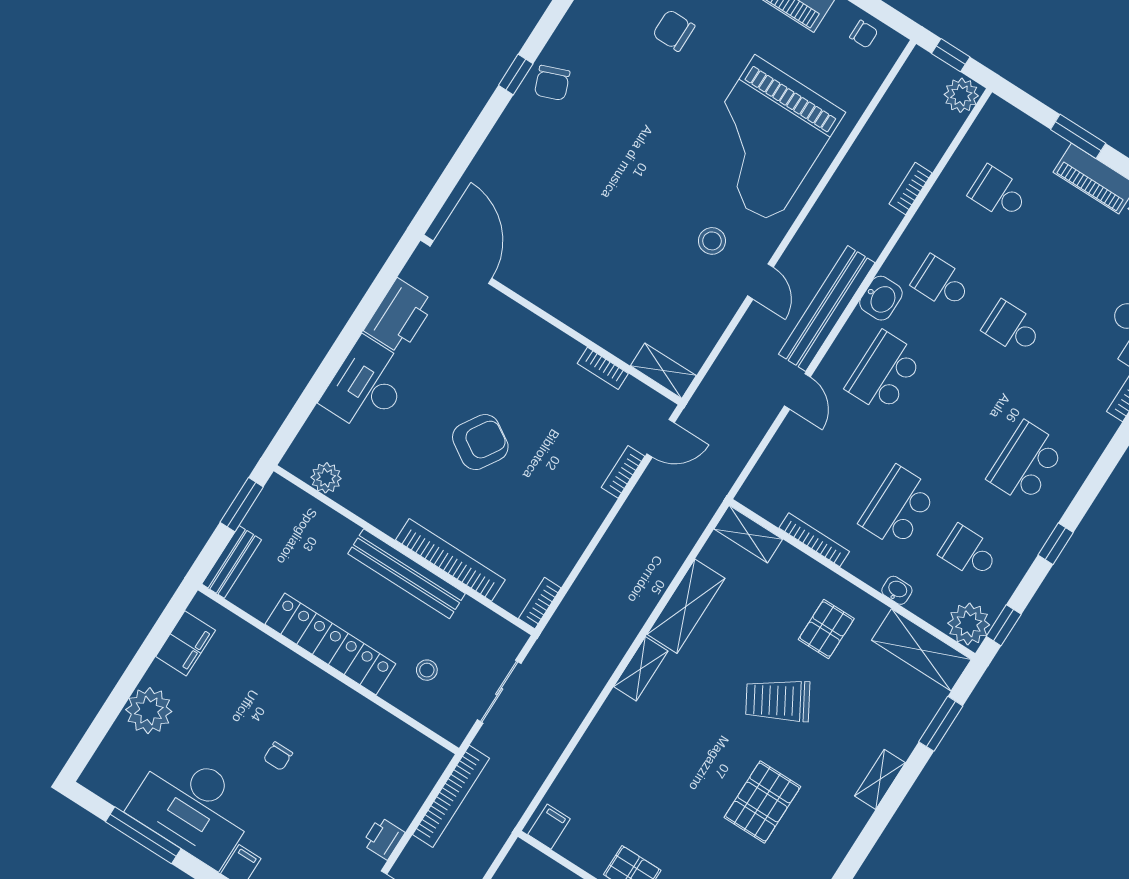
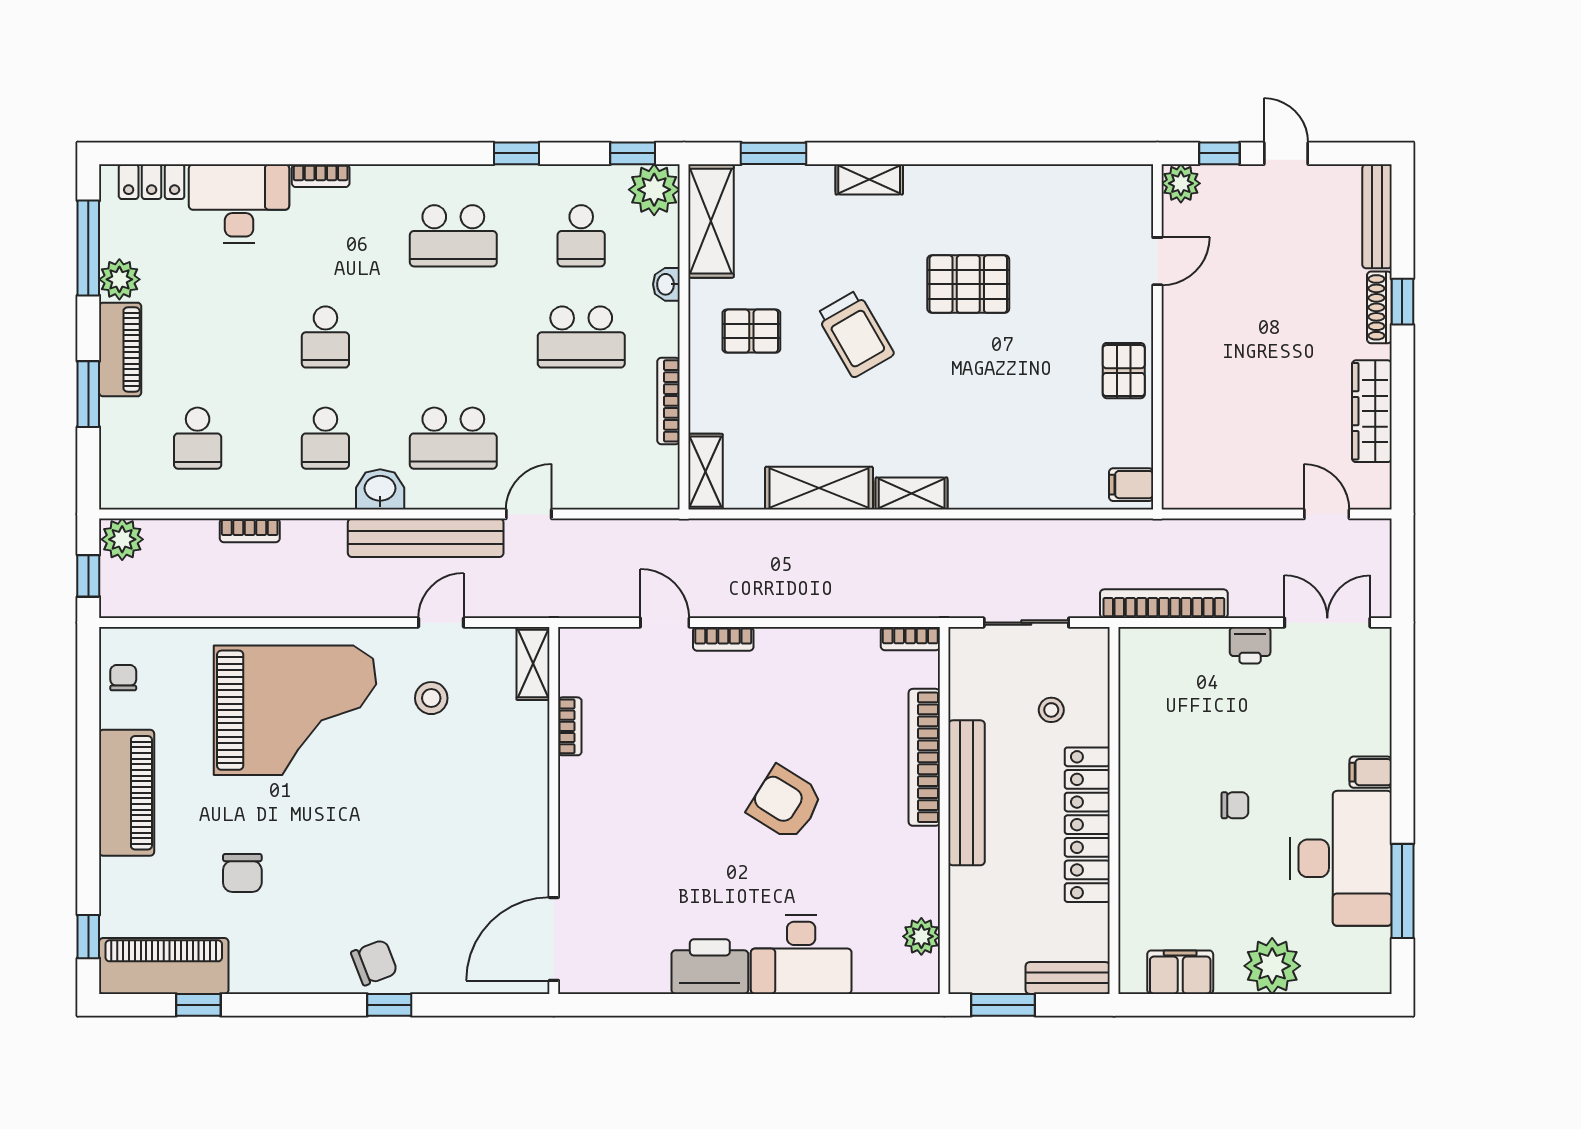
door: (461, 262) -> (554, 939), moved
wall: (551, 320) -> (554, 810), moved
bookcase: (603, 368) -> (570, 726), moved
shelving: (663, 371) -> (533, 663), moved

